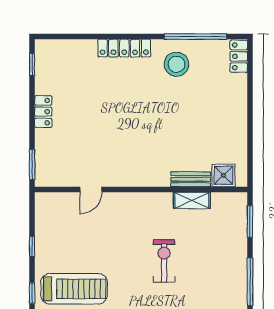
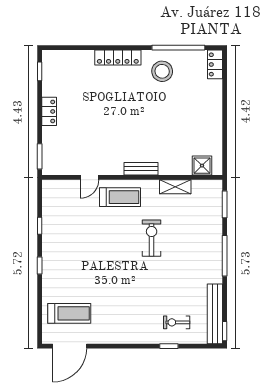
bench: (191, 179) -> (141, 169), moved
treadmill: (74, 289) -> (120, 197), moved, width x0.73, depth x0.73

